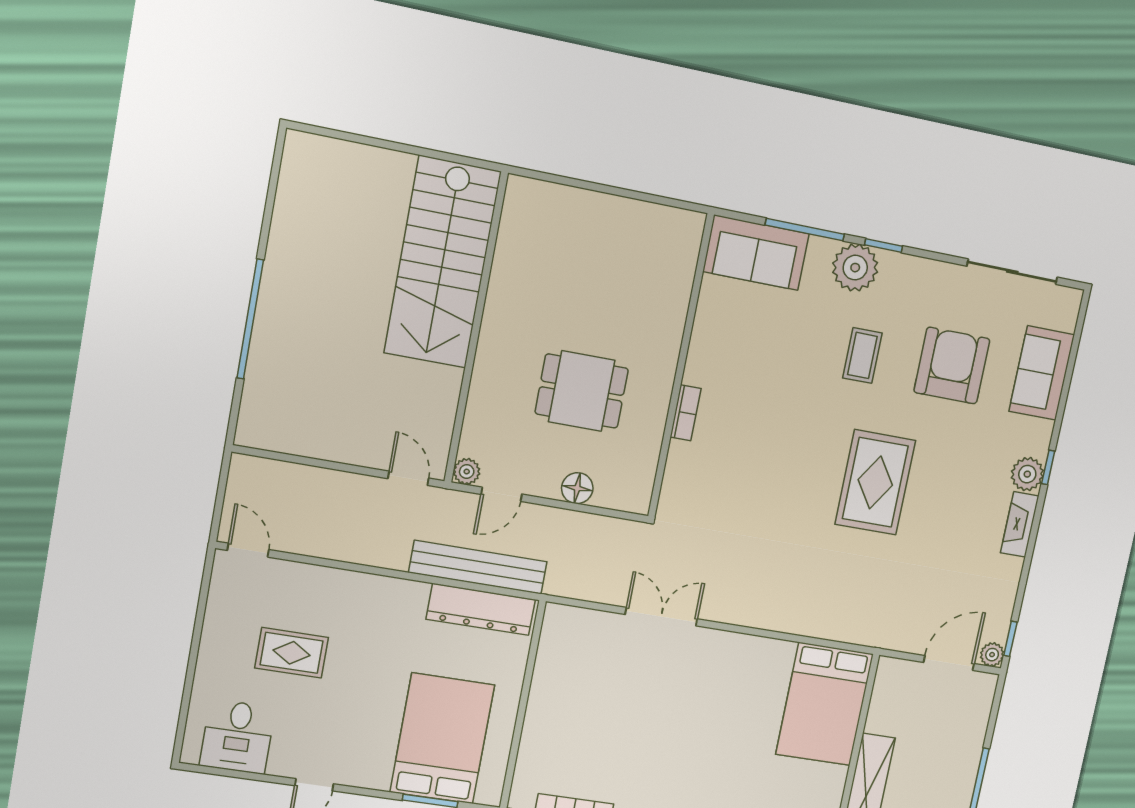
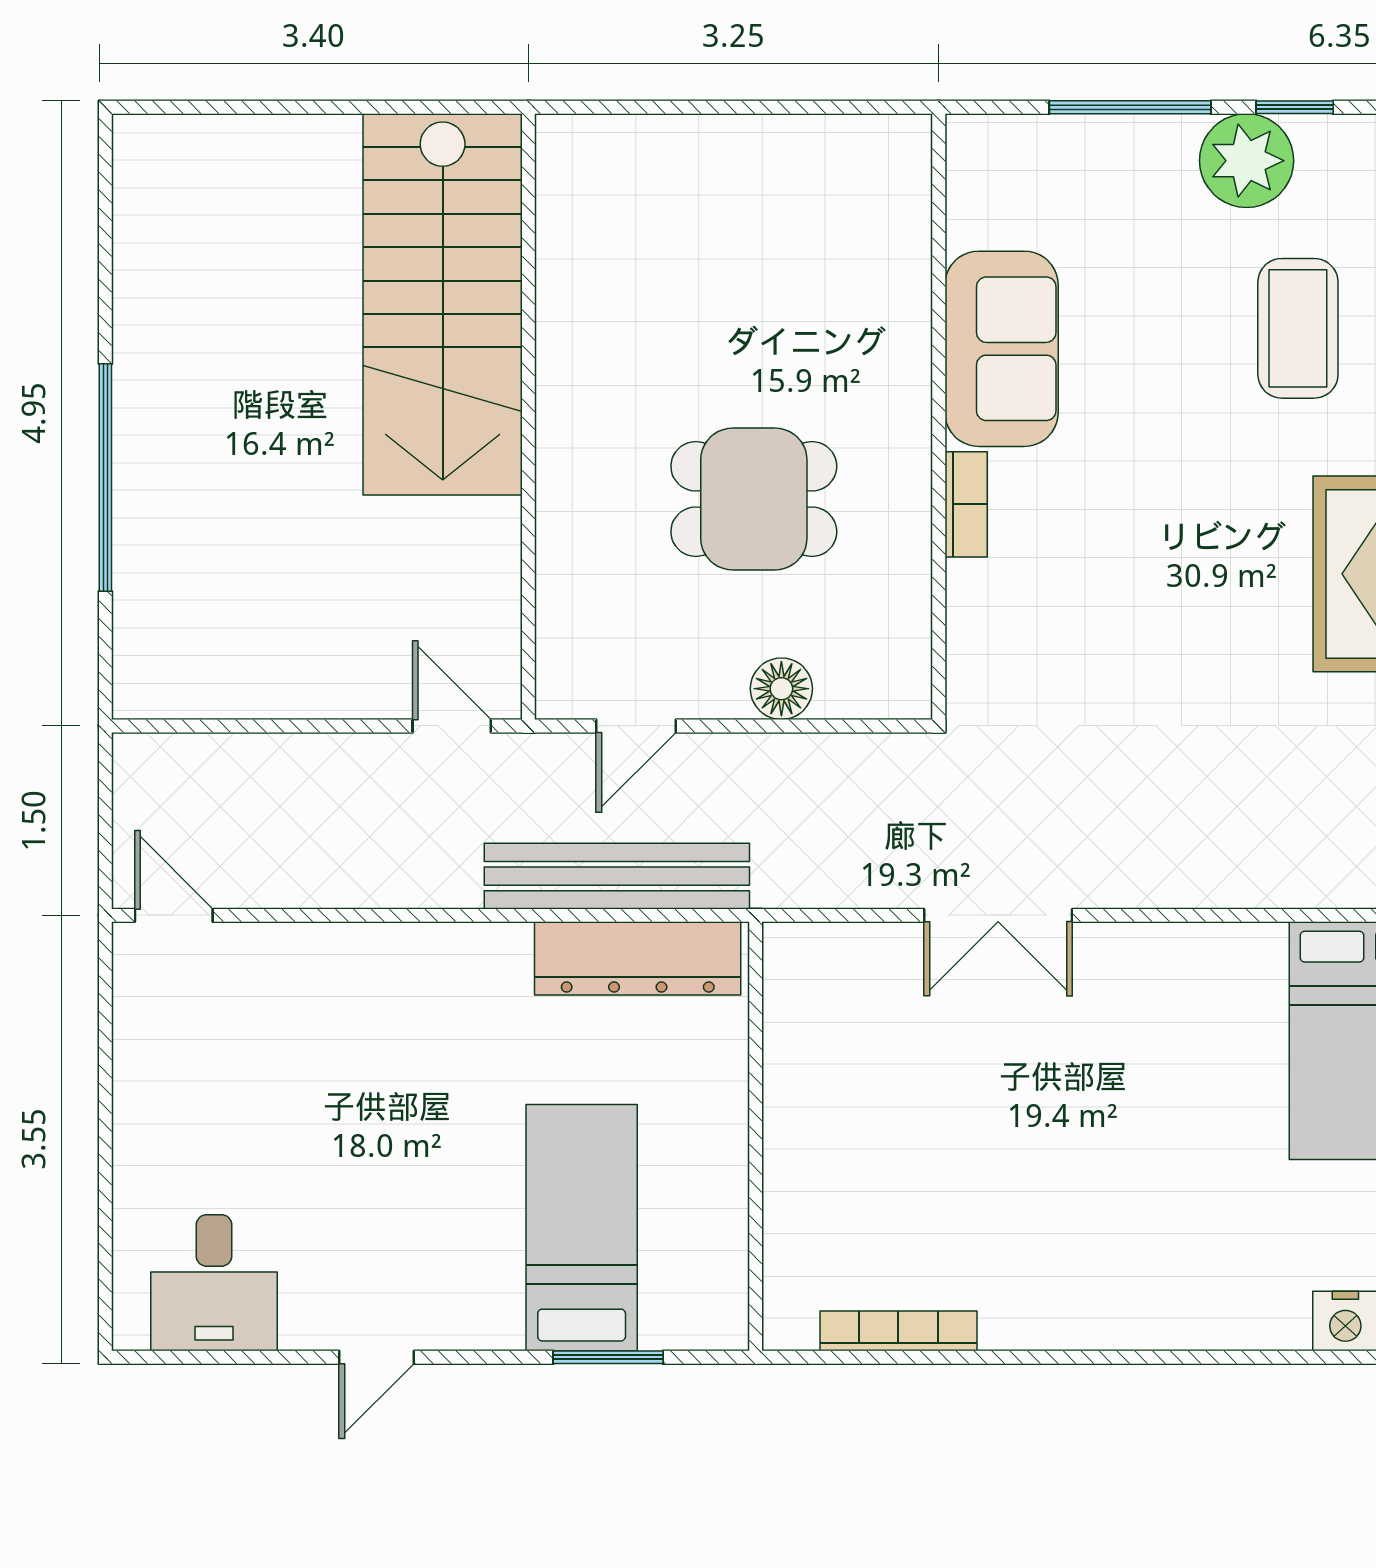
sofa: (756, 253) -> (1002, 349), moved, turned -90
coffee table: (862, 356) -> (1298, 328), width x1.36, depth x1.30
plant: (467, 472) -> (561, 694), removed
double door: (661, 617) -> (998, 915), swing flipped
rug: (292, 653) -> (289, 1102), removed
bed: (442, 739) -> (582, 1228), width x0.67

